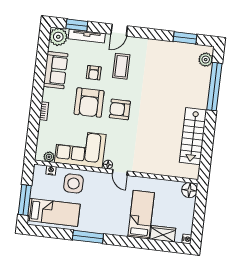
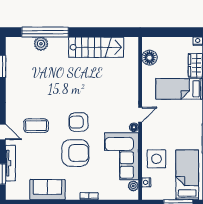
plant: (58, 37) -> (15, 191), removed
plant: (206, 60) -> (41, 44), moved
armchair: (94, 73) -> (46, 152), removed
armchair: (120, 109) -> (79, 122), turned 88
floor lamp: (189, 190) -> (149, 58), moved

